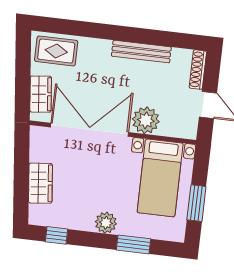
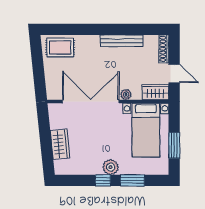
wardrobe: (41, 94) -> (156, 92), moved, turned -84
plant: (146, 120) -> (126, 95), width x0.53, depth x0.53
window: (57, 235) -> (103, 180), moved

